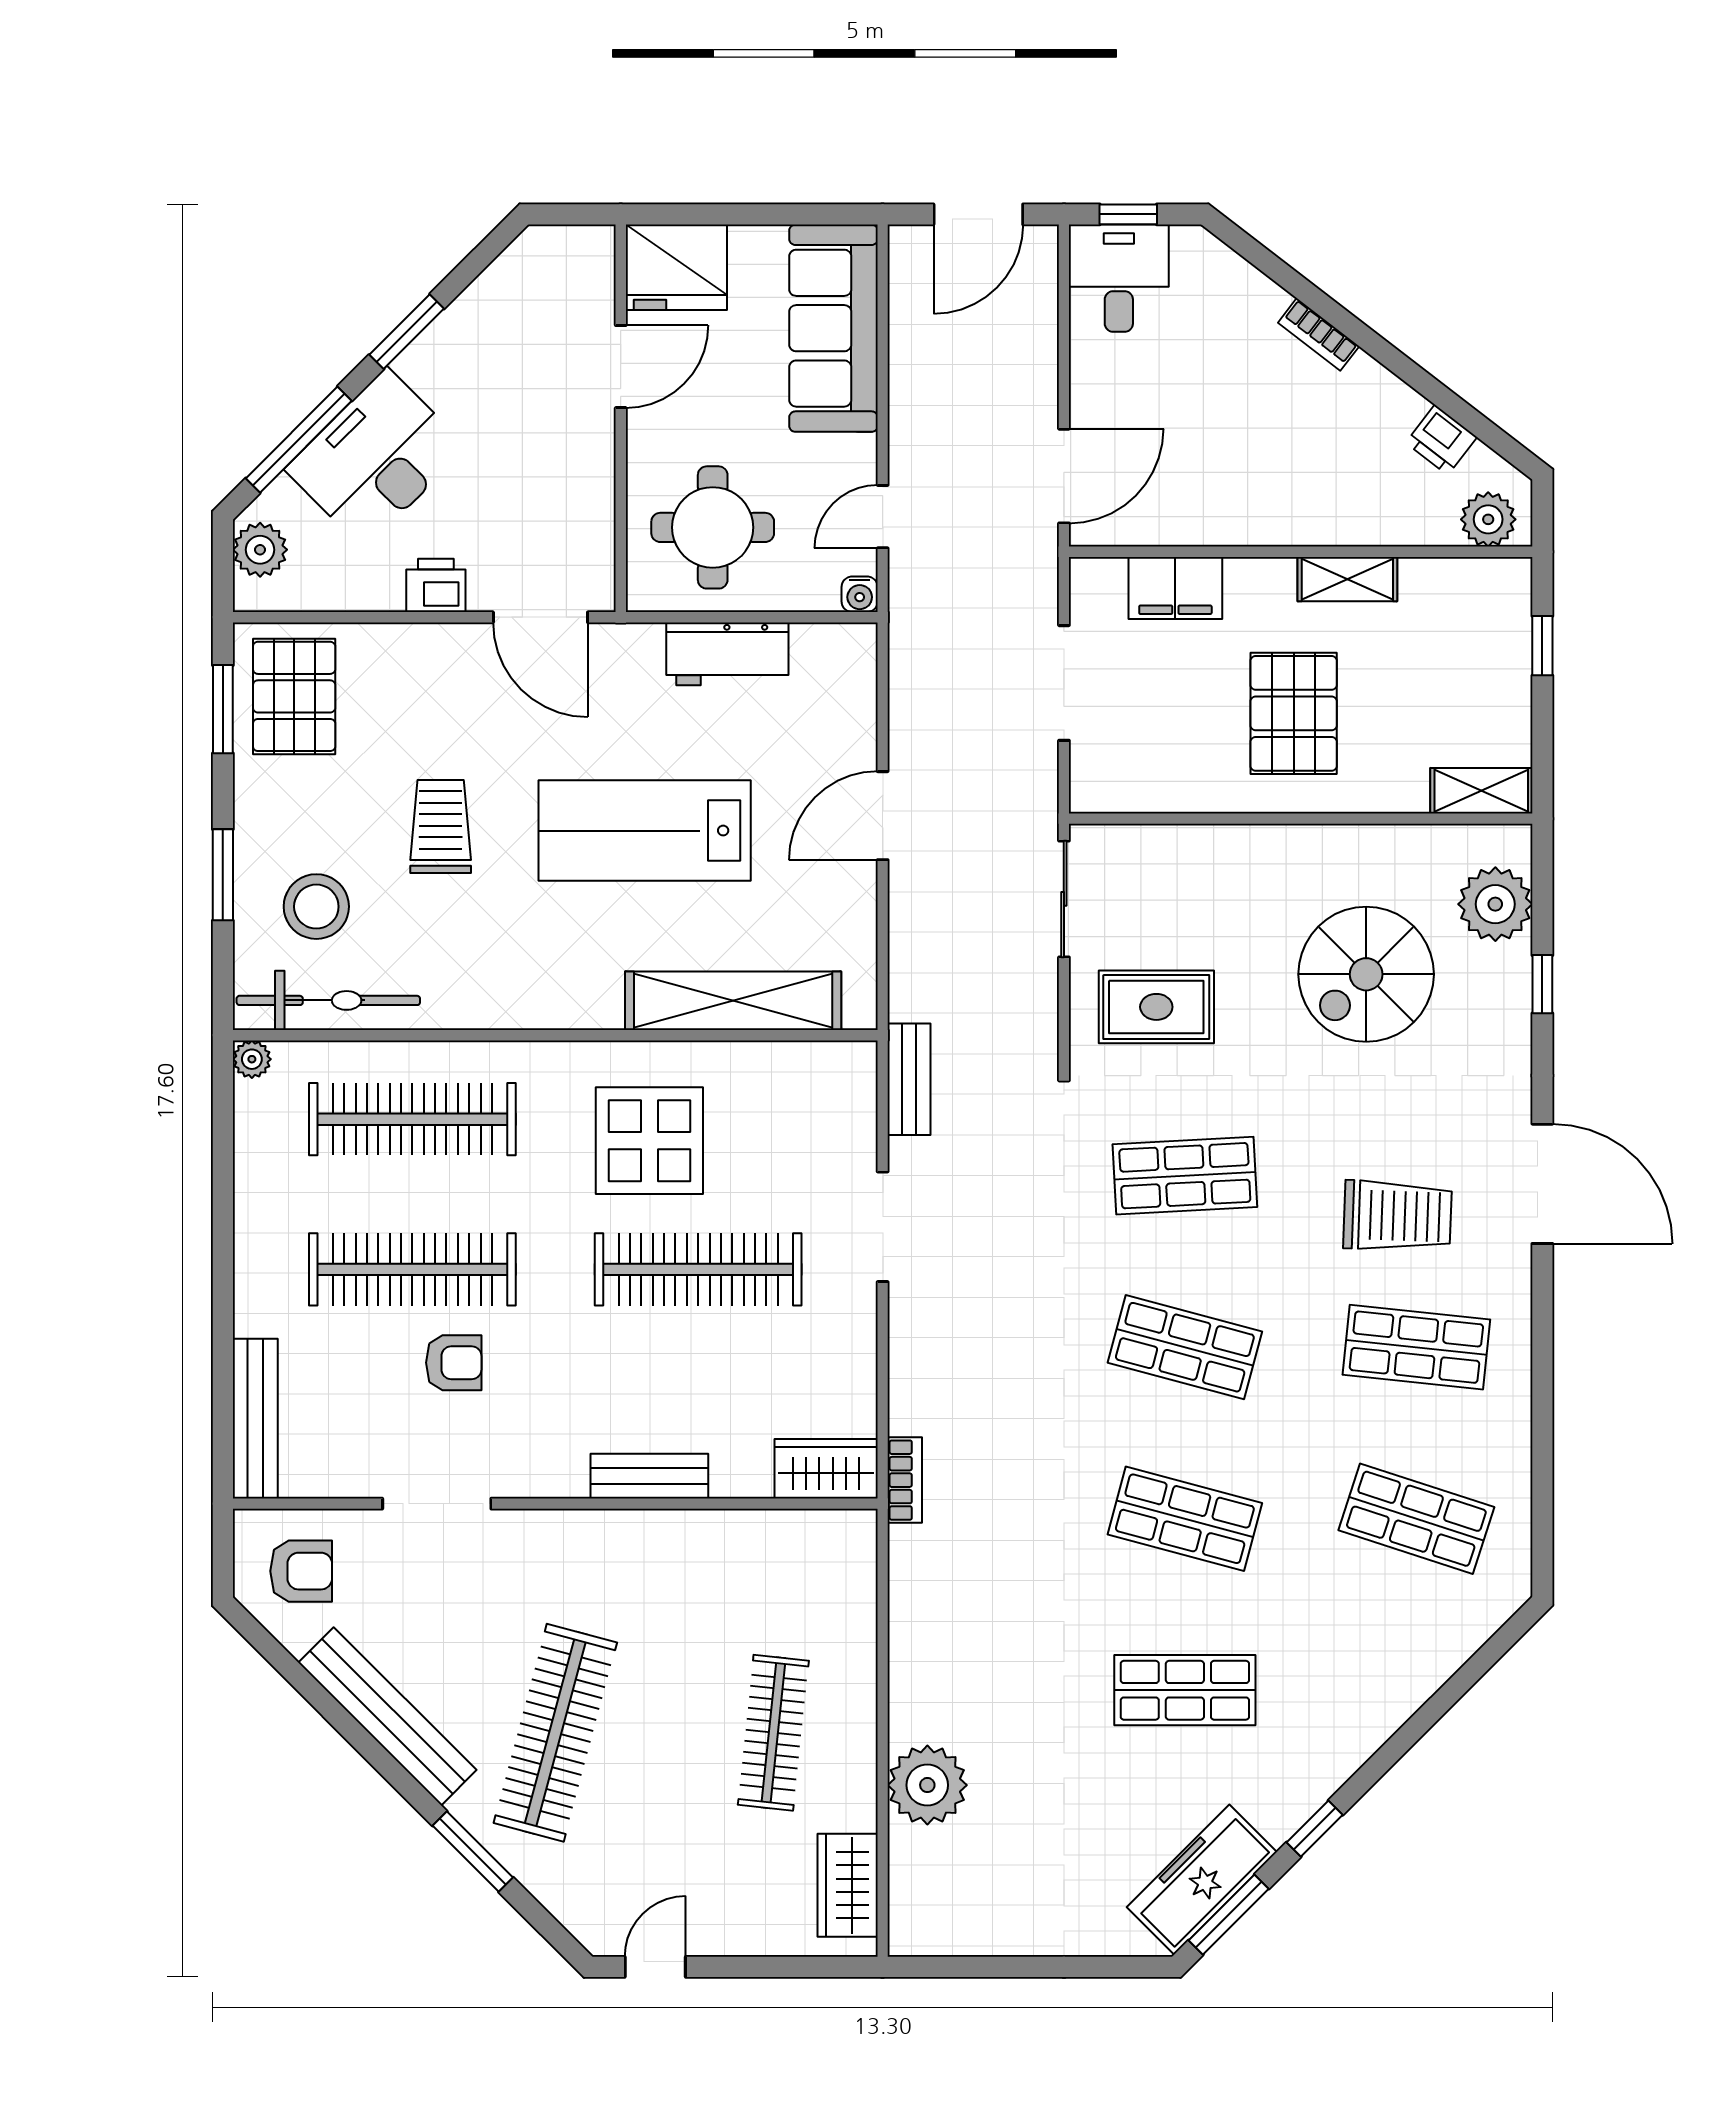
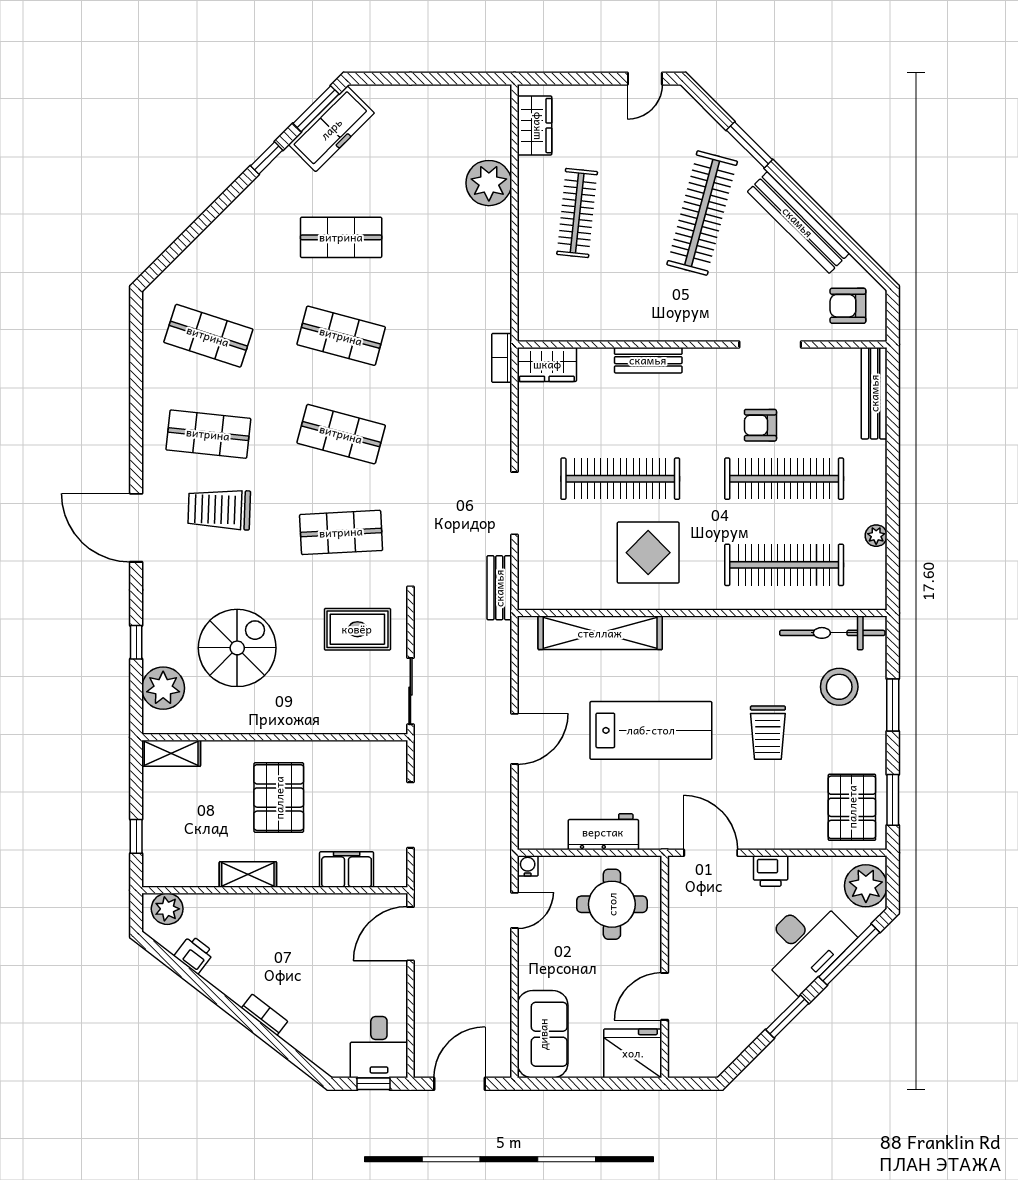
sofa: (833, 328) -> (543, 1034), width x0.73
plant: (260, 550) -> (866, 886), width x1.36, depth x1.36
plant: (252, 1059) -> (876, 536), moved

